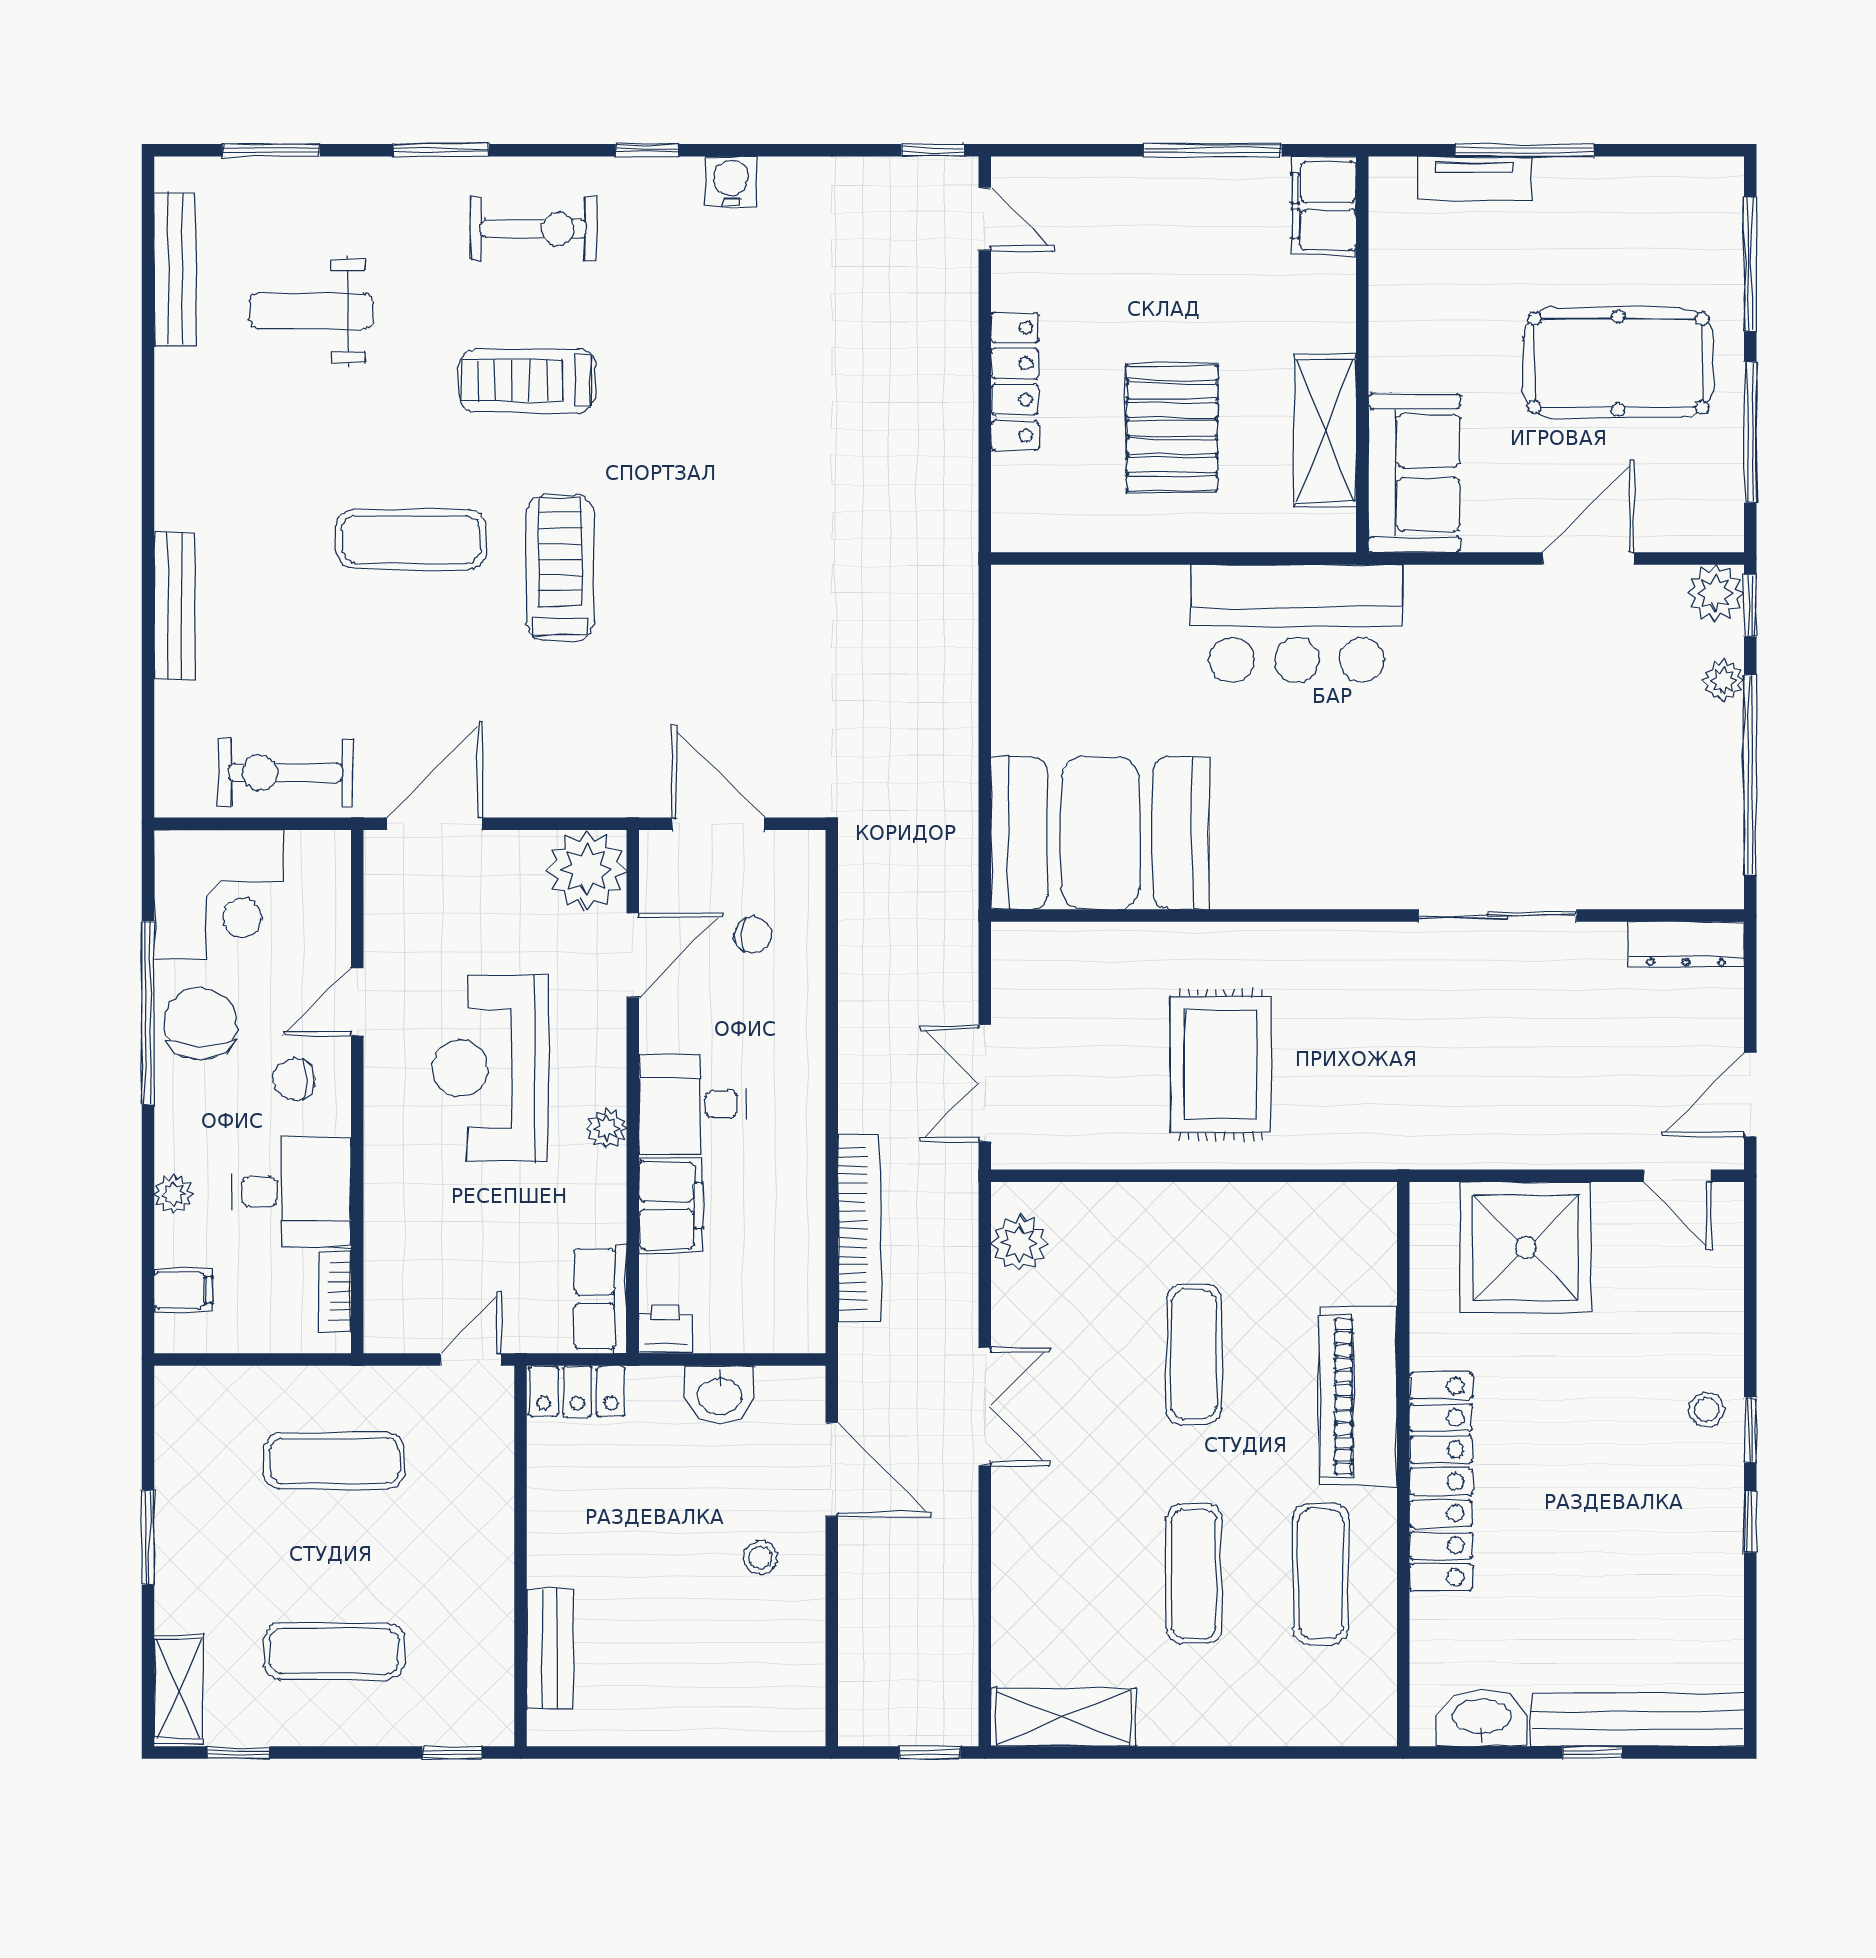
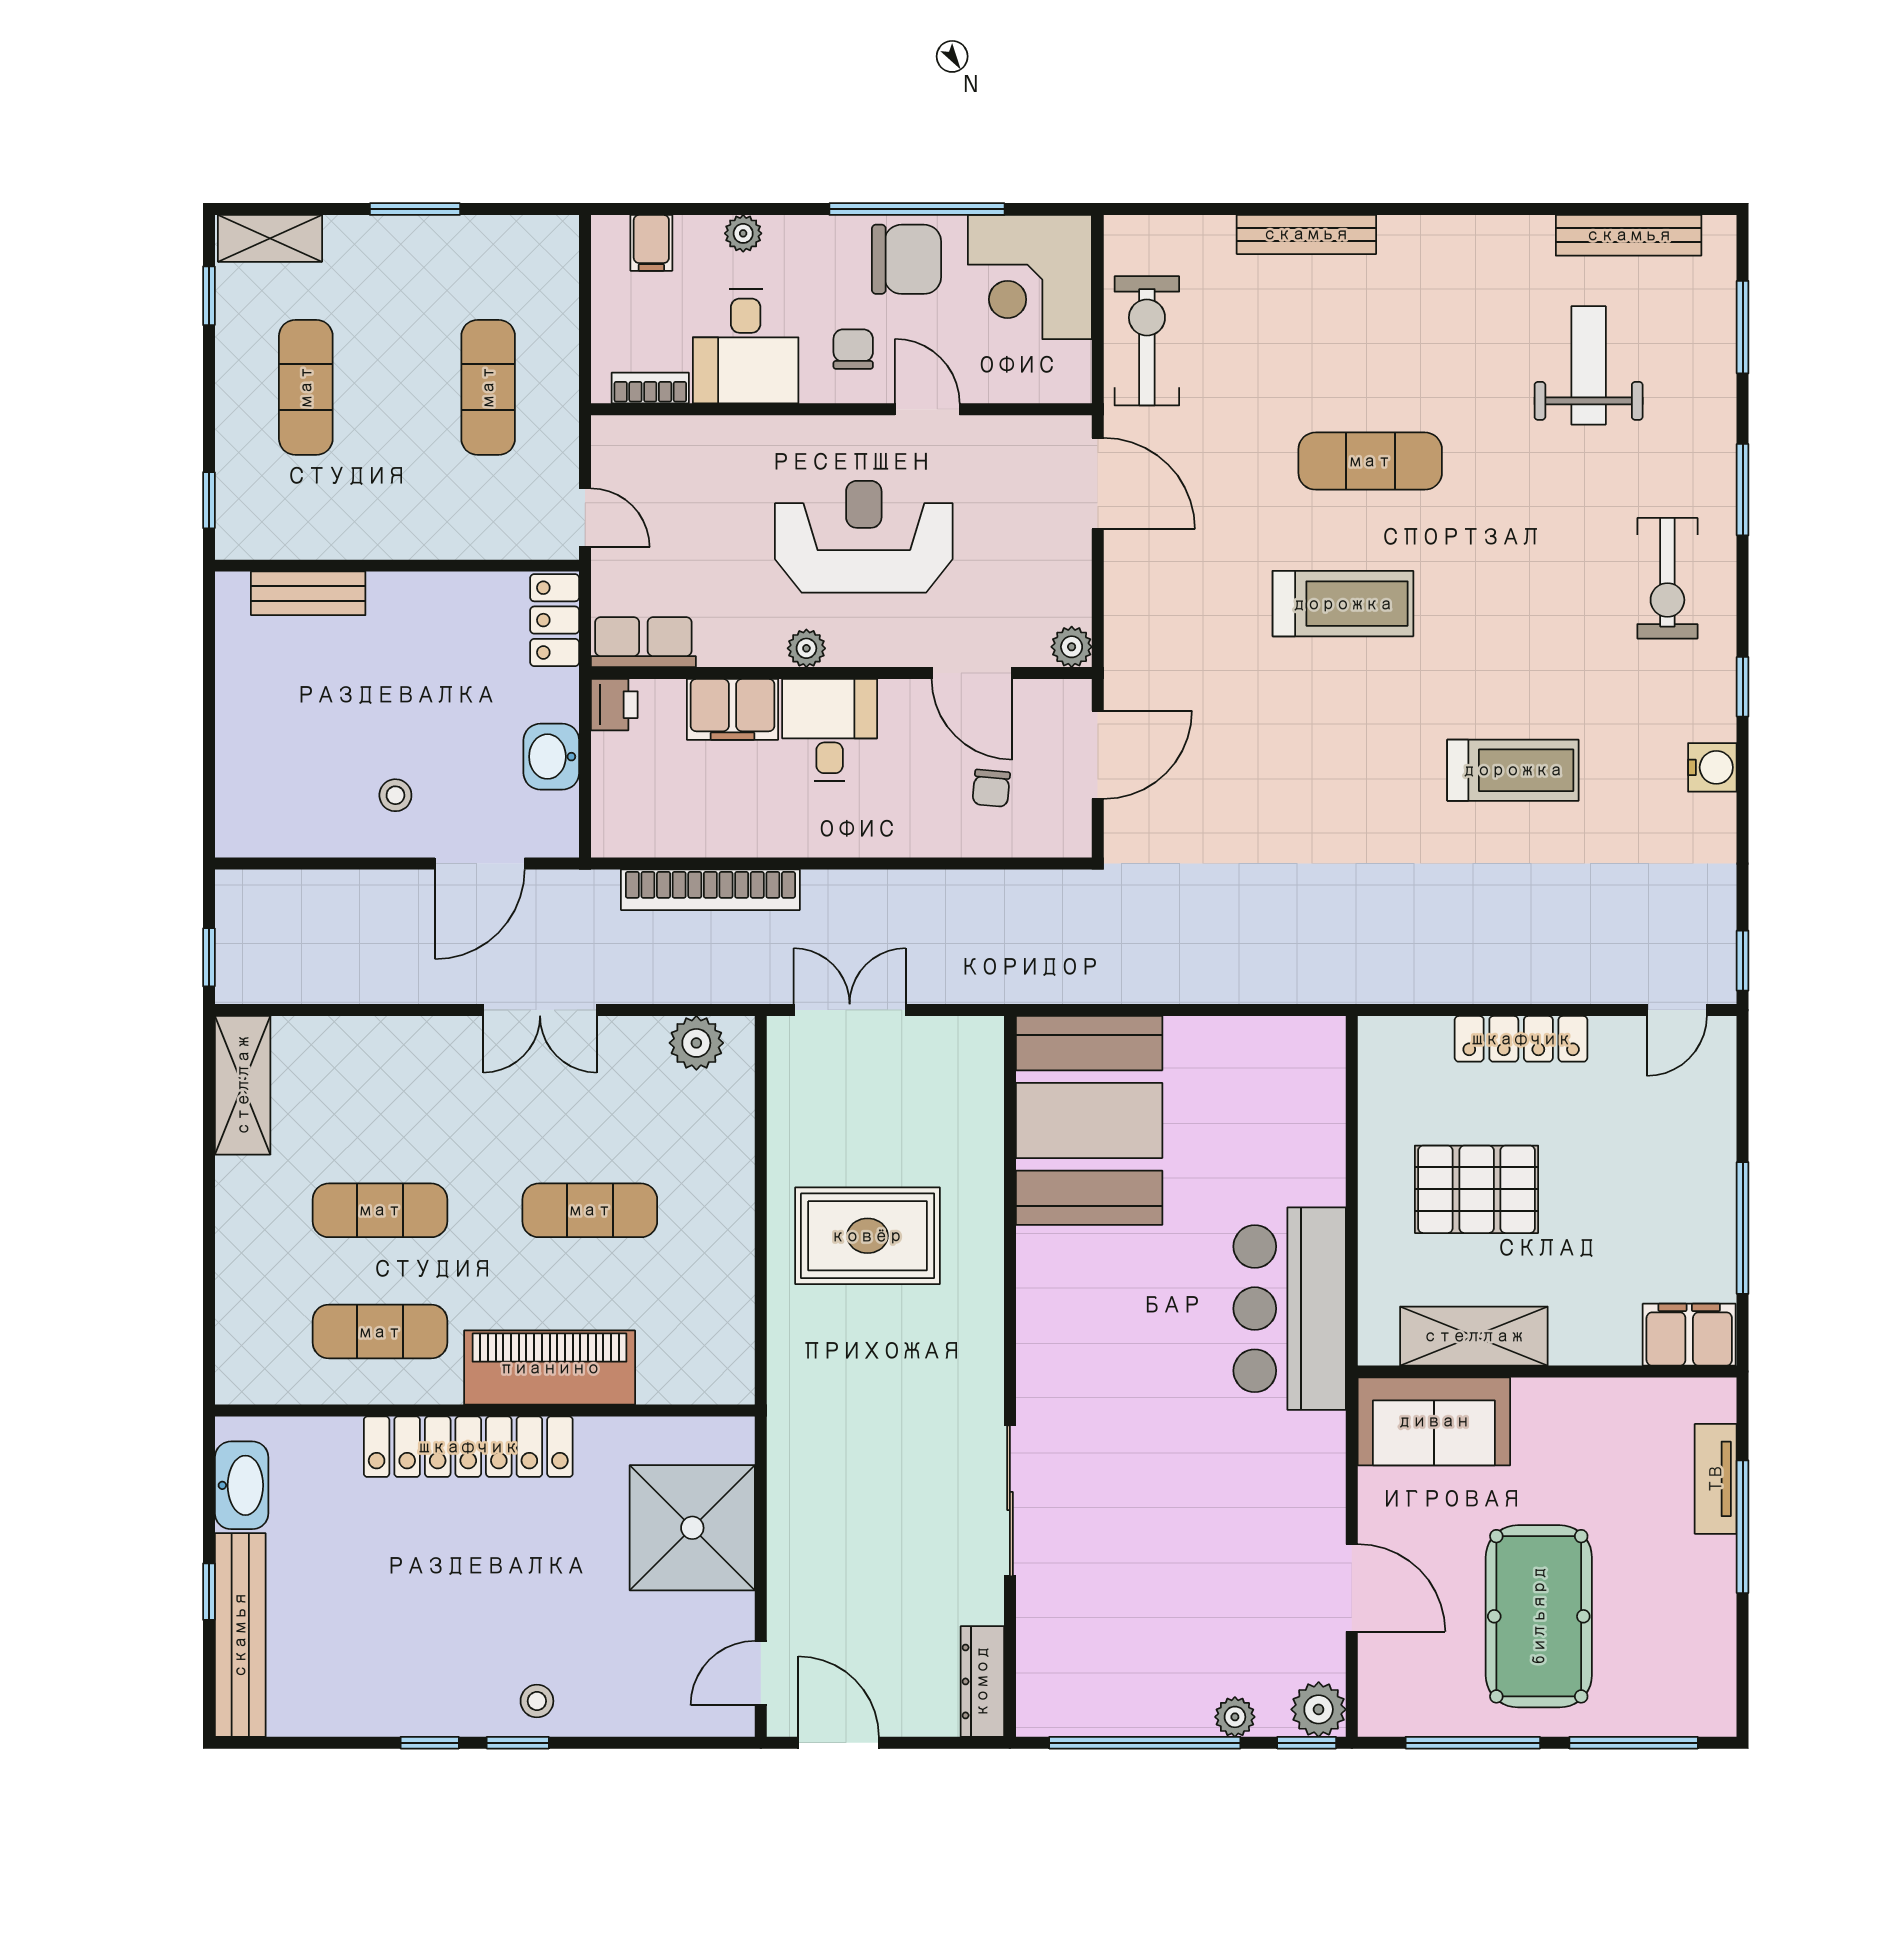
treadmill: (527, 380) -> (1513, 770), moved, turned 90
exercise mat: (411, 539) -> (1370, 461), turned 90
plant: (587, 870) -> (1072, 647), width x0.53, depth x0.53

